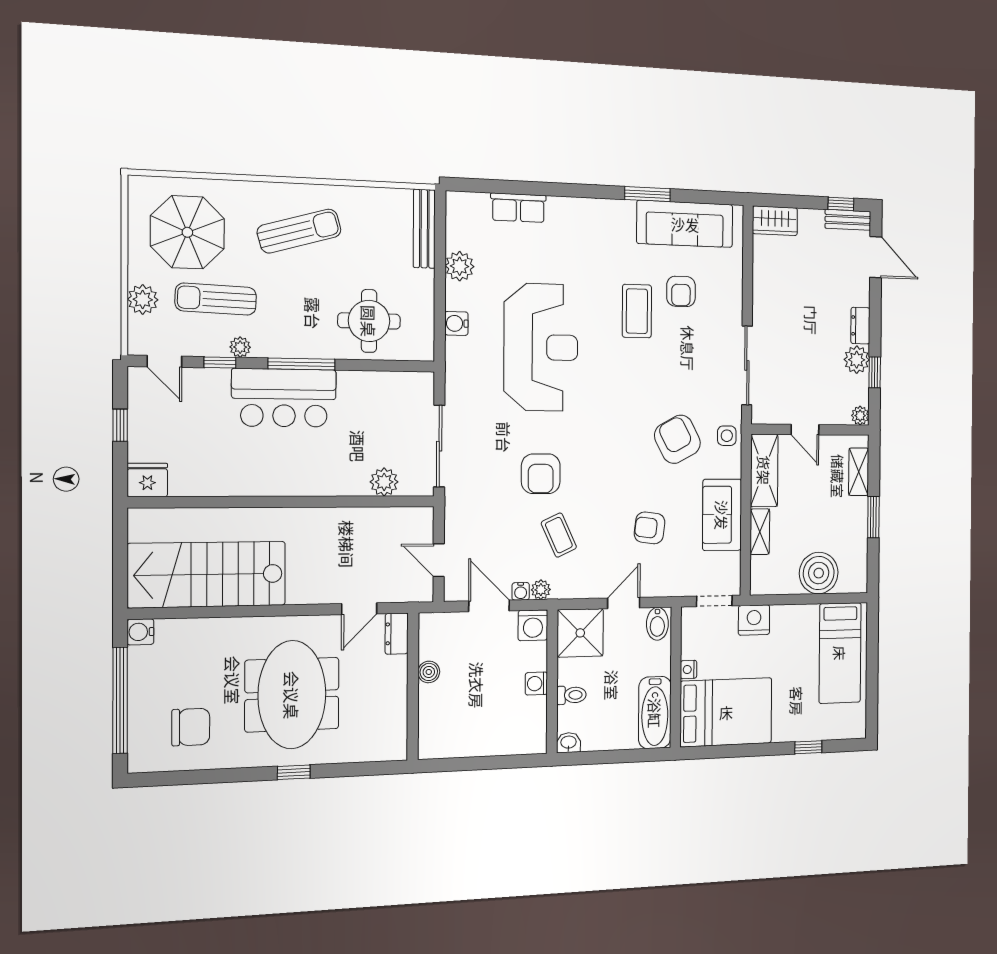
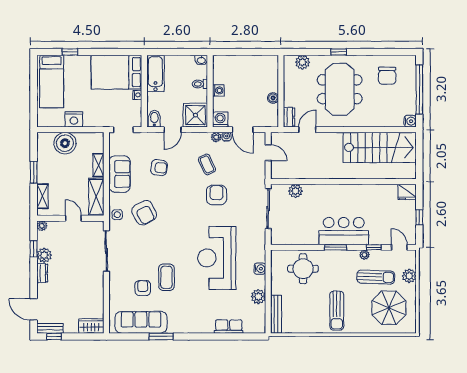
sun lounger: (299, 231) -> (337, 311), turned -74
window: (301, 364) -> (335, 247), width x0.69
nightstand: (754, 620) -> (74, 119), moved
bed: (840, 653) -> (52, 81), moved, turned 180
chair: (191, 727) -> (387, 76), turned -90
plant: (369, 747) -> (302, 62), added

